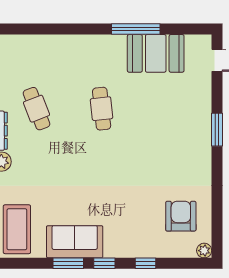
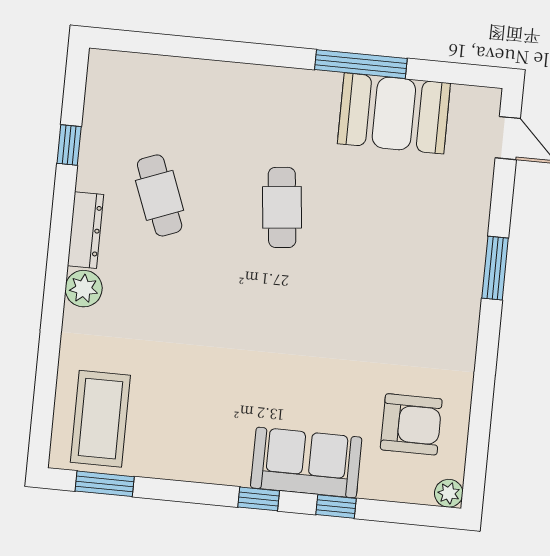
armchair: (181, 216) -> (411, 424), turned 90
sofa: (75, 242) -> (306, 463), moved
window: (68, 263) -> (105, 484), moved

